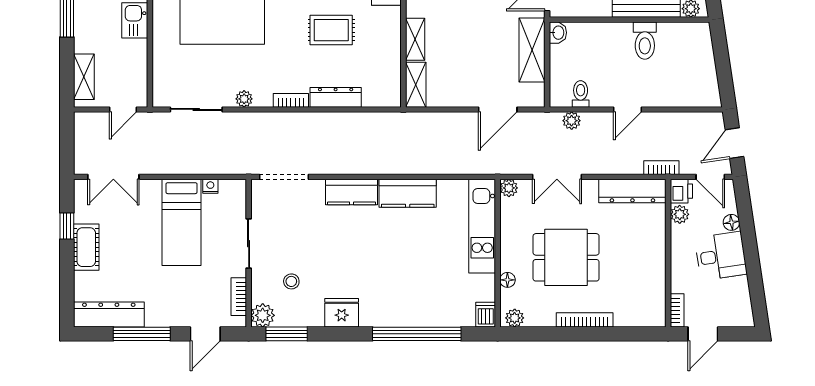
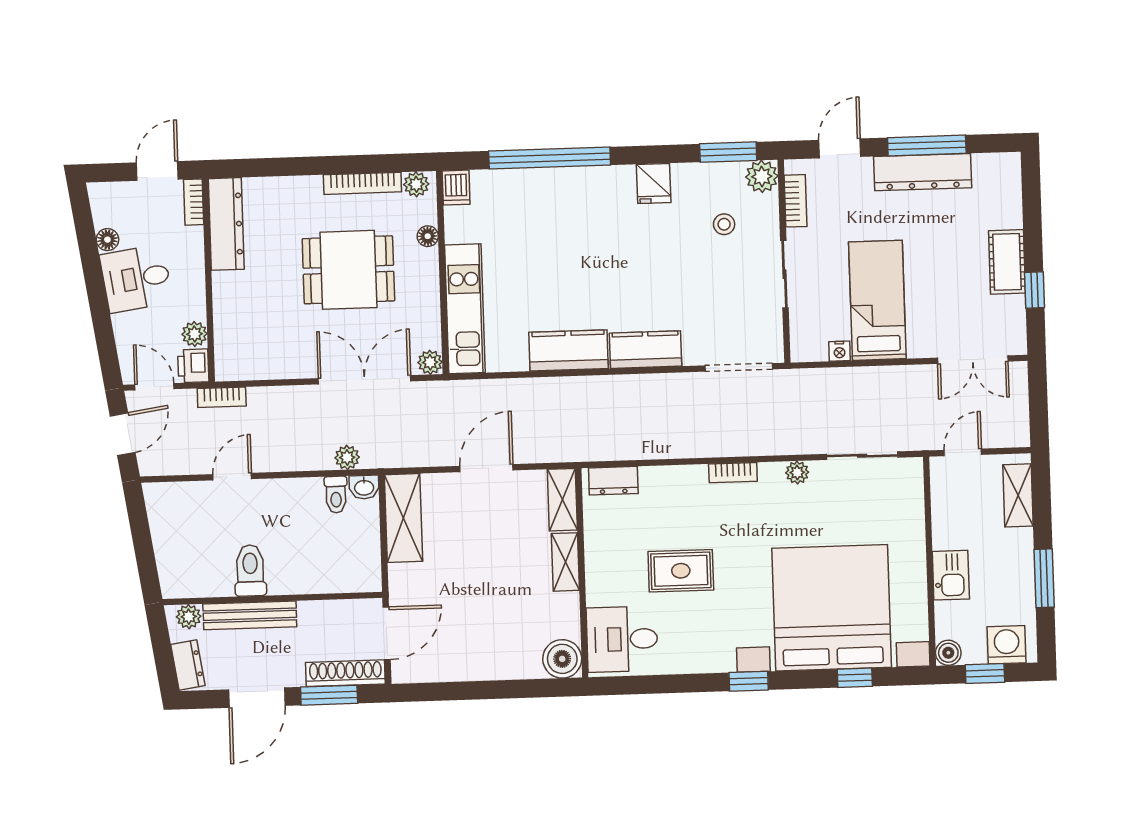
washbasin: (558, 33) -> (364, 487), moved, turned -90
shelving: (532, 50) -> (403, 518), moved
dresser: (336, 97) -> (613, 481), moved, width x0.70
door: (498, 109) -> (486, 468), moved
door: (628, 109) -> (232, 477), moved
double door: (113, 177) -> (973, 360), swing flipped
double door: (557, 177) -> (365, 380), width x1.37
dresser: (632, 191) -> (226, 224), moved, turned 90
floor lamp: (731, 222) -> (107, 240), moved
fridge: (342, 313) -> (654, 183), width x0.72
dresser: (109, 315) -> (923, 172), moved
bookcase: (585, 320) -> (362, 183), moved

